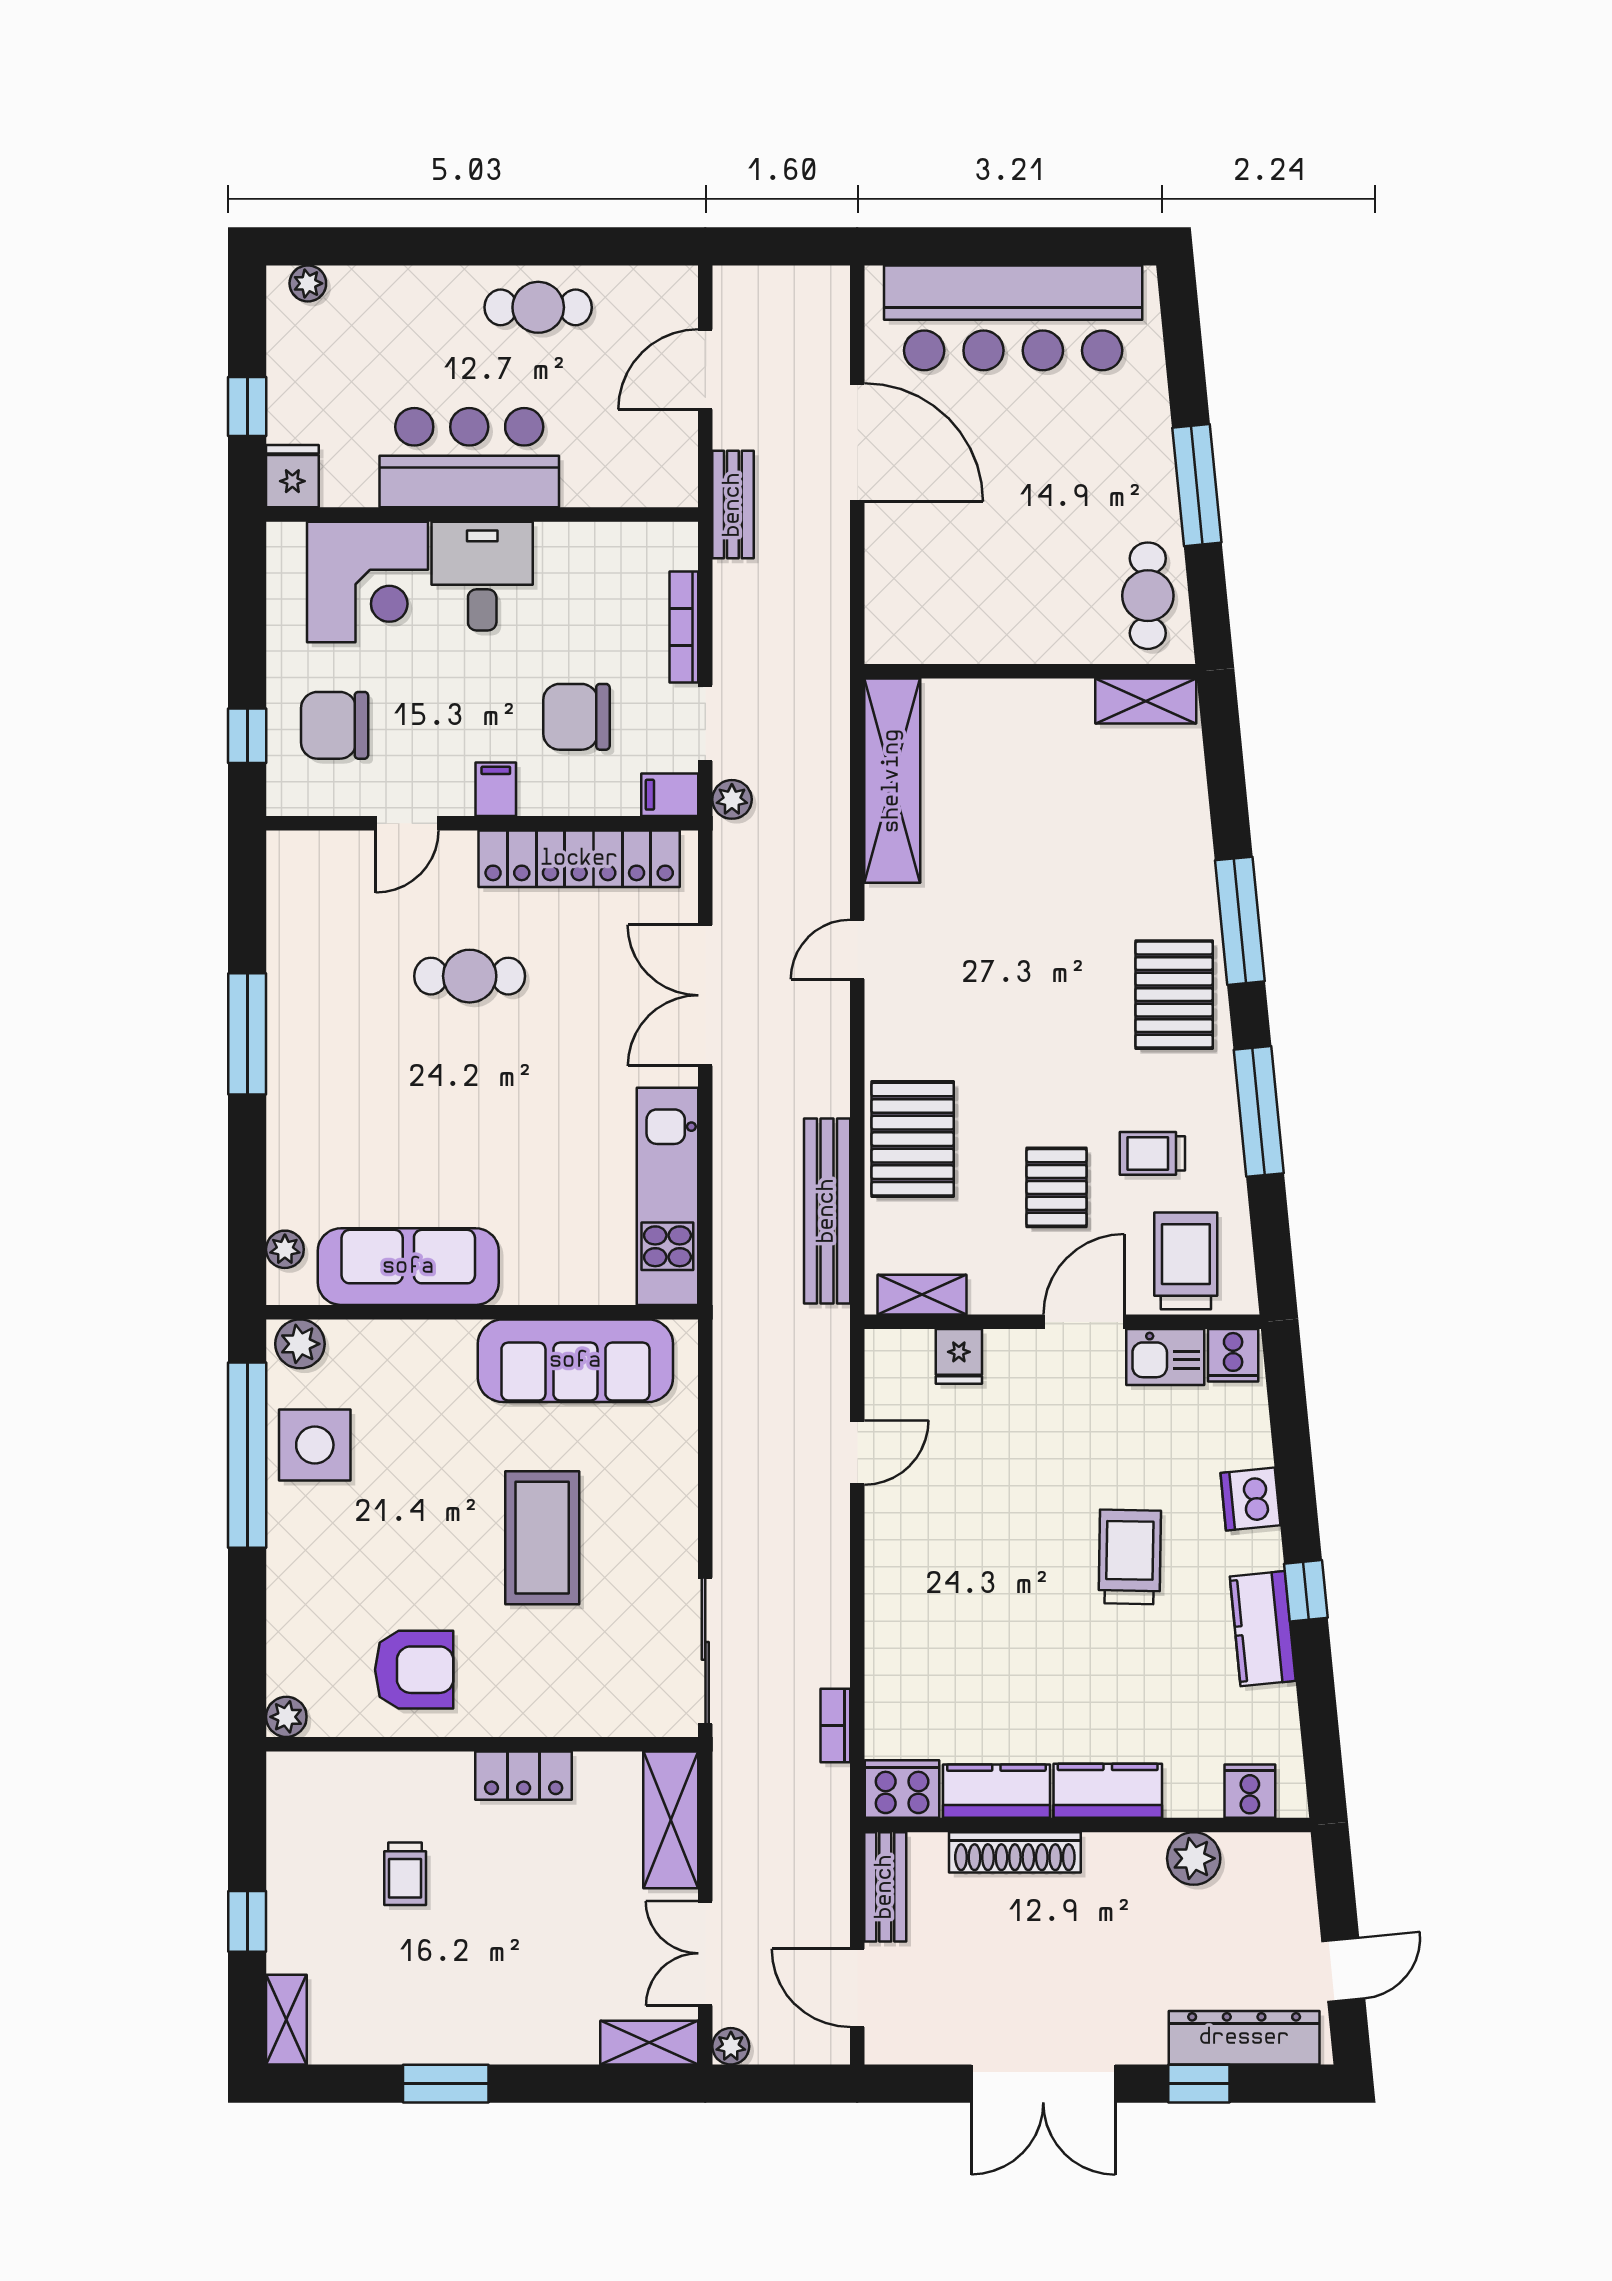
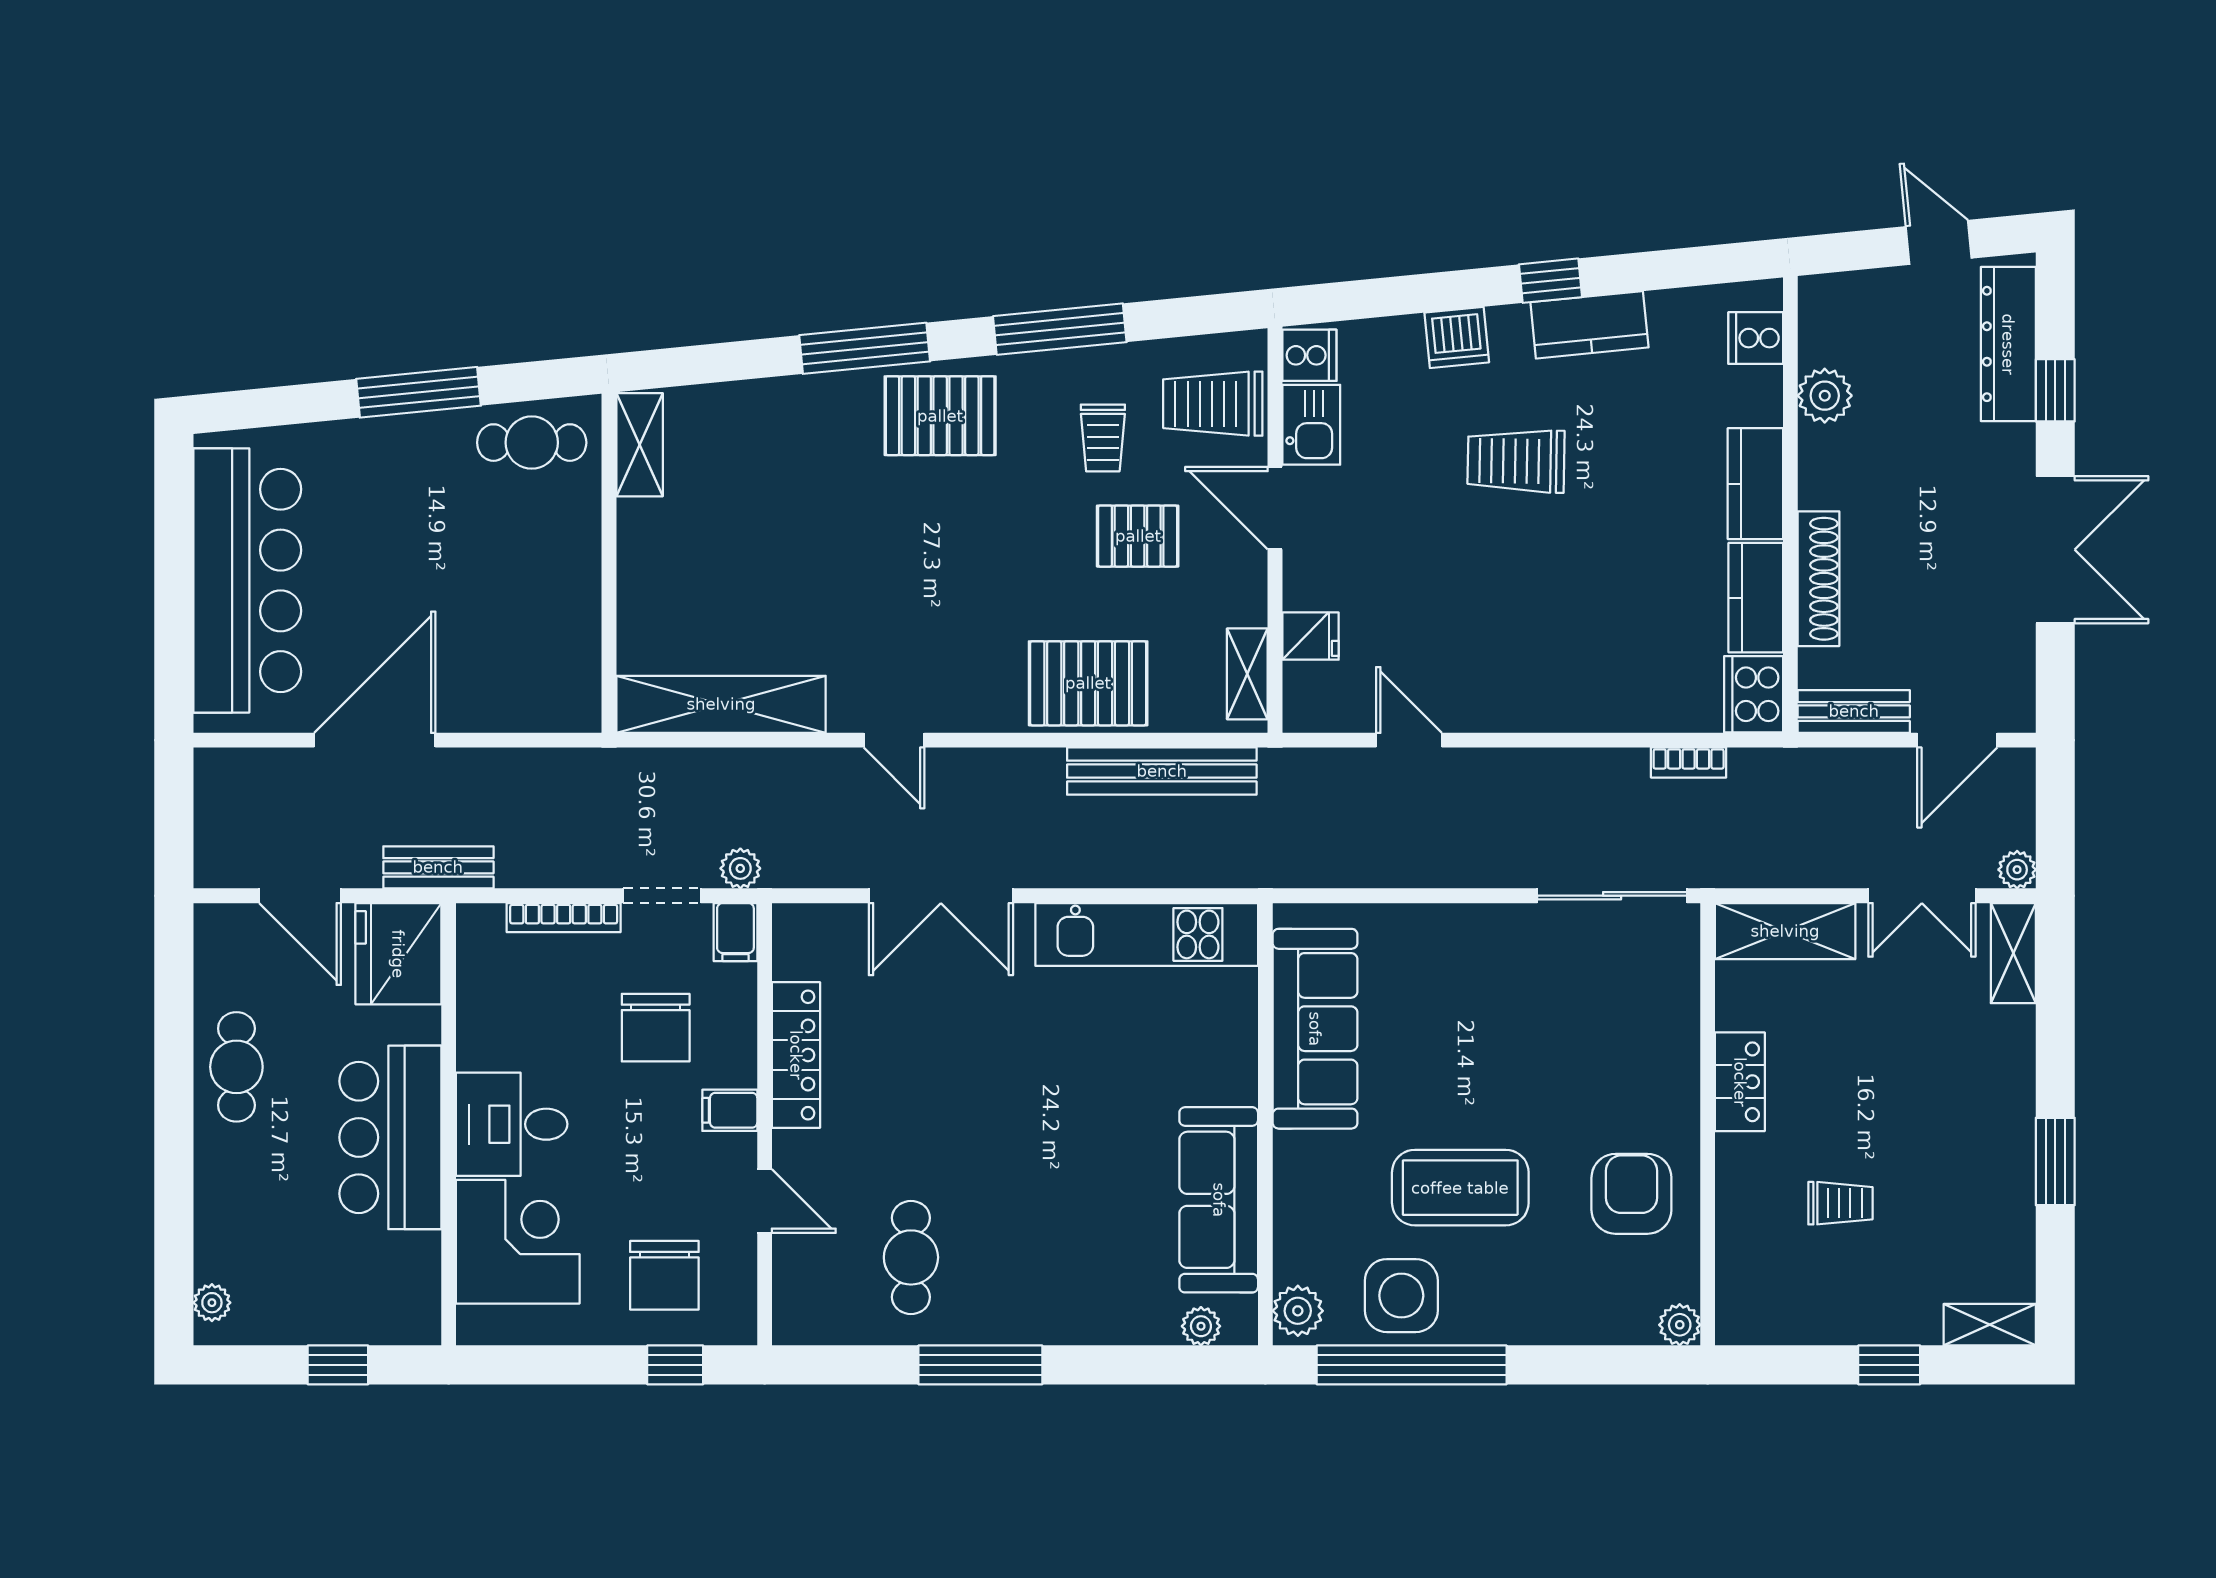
fridge: (292, 476) -> (398, 954), moved, width x1.88, depth x1.34
locker: (579, 859) -> (796, 1055), width x0.71, depth x0.83
cafe table: (470, 976) -> (911, 1257), moved
coffee table: (542, 1538) -> (1460, 1188), moved

